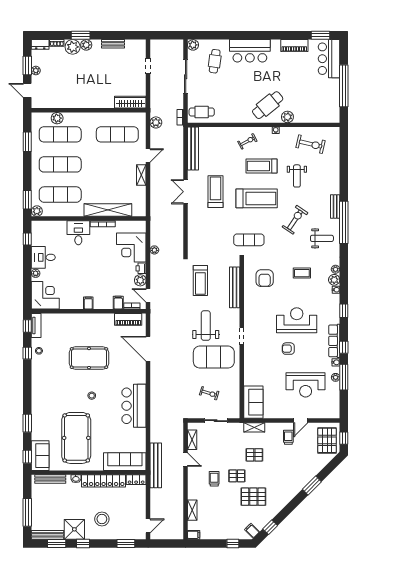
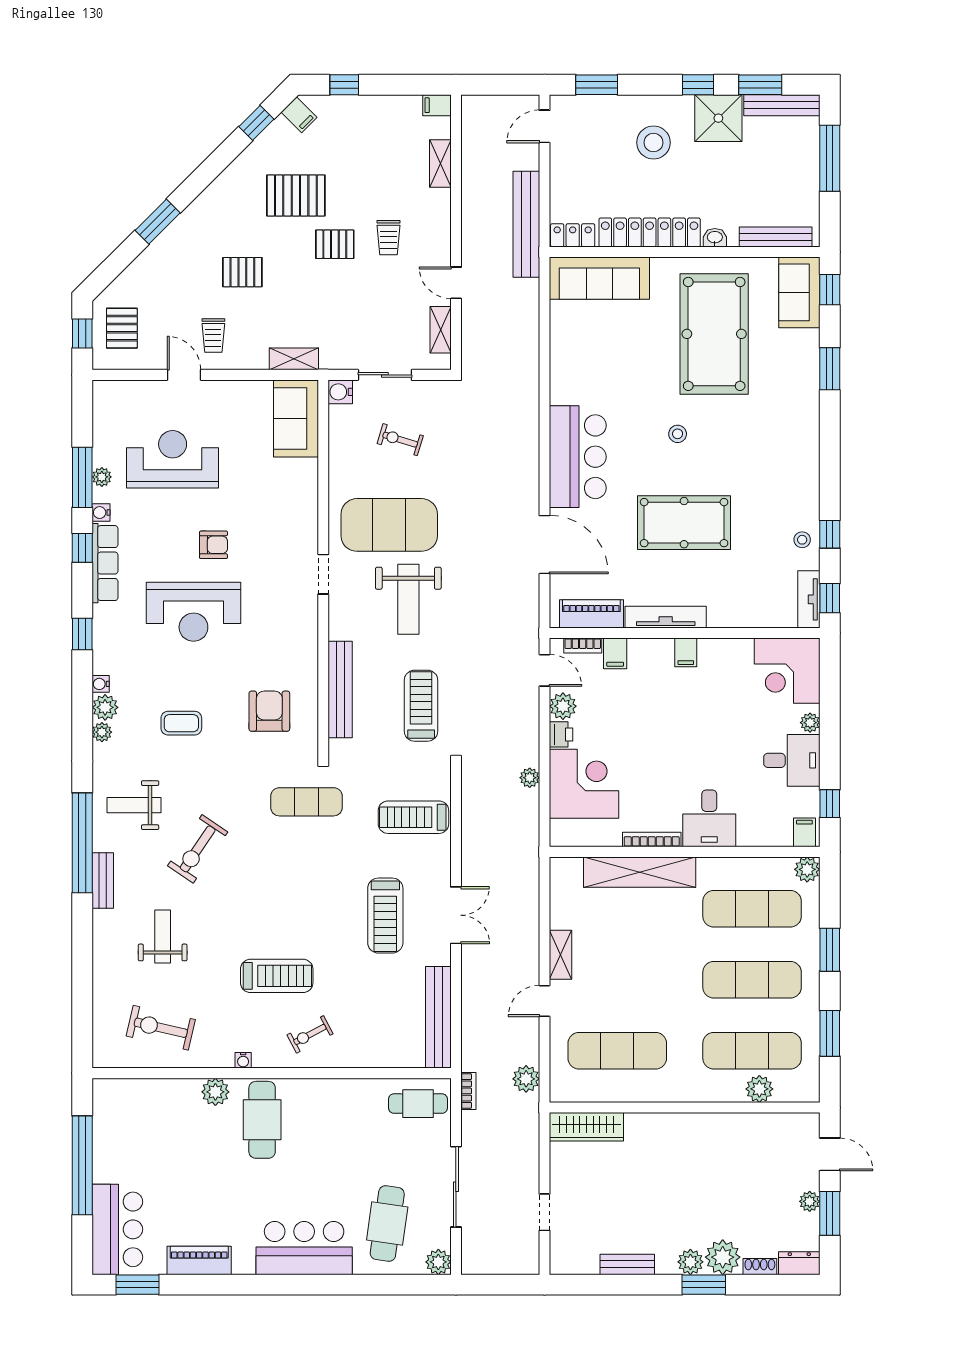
cafe table: (215, 61) -> (387, 1224), width x1.37, depth x1.35
cafe table: (268, 105) -> (262, 1120), turned -51
weight bench: (297, 176) -> (163, 937), moved
treadmill: (257, 198) -> (413, 817), moved, width x0.73, depth x0.73
window: (27, 200) -> (830, 950), moved
filing cabinet: (38, 227) -> (804, 832), added
tv unit: (97, 318) -> (666, 617), added
bar counter: (134, 406) -> (578, 457), moved
water cooler: (235, 413) -> (340, 392), added
door: (301, 421) -> (184, 375), hinge flipped
pallet: (327, 440) -> (122, 328), width x0.67, depth x0.71
pallet: (254, 455) -> (242, 272), moved
bench: (156, 465) -> (526, 224), moved

